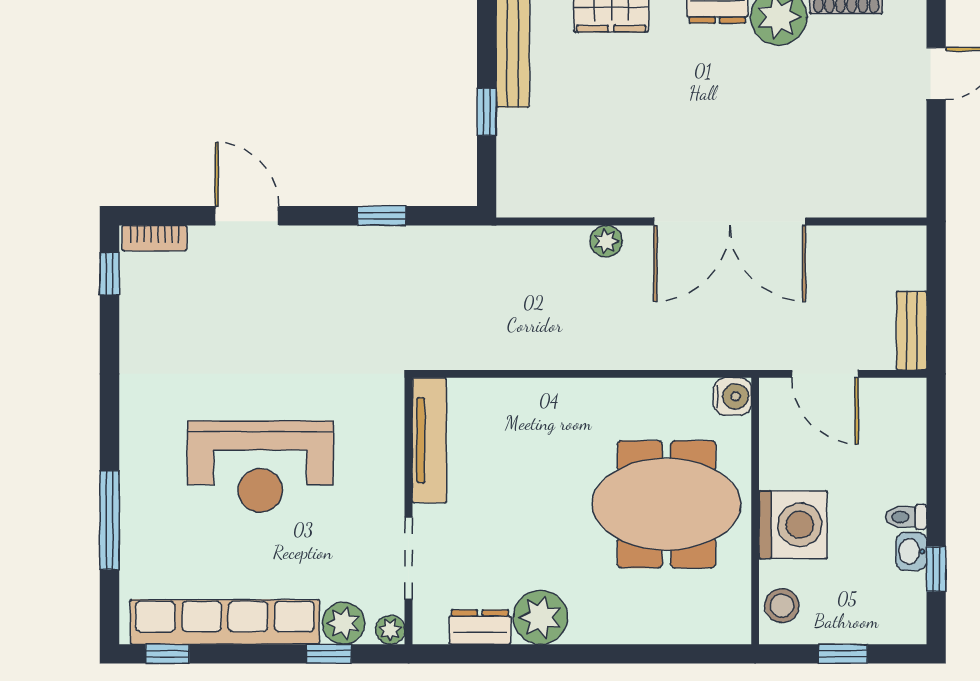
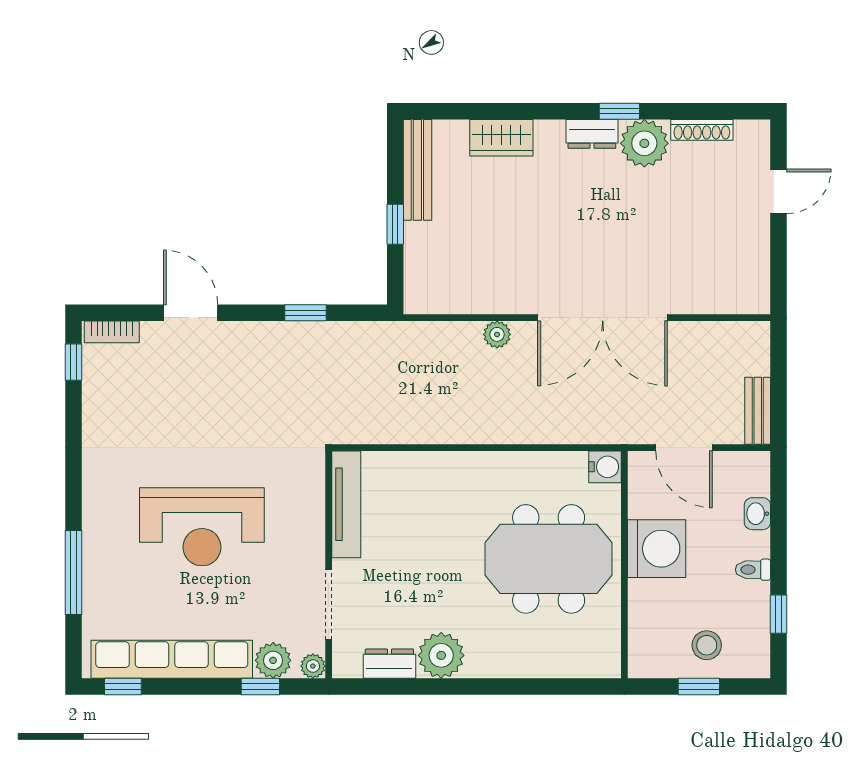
washing machine: (793, 525) -> (657, 549), moved
washbasin: (911, 551) -> (757, 514), moved
stool: (782, 606) -> (707, 645), moved

